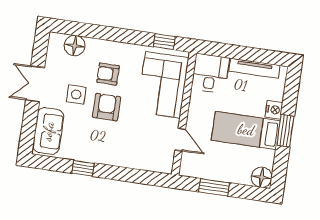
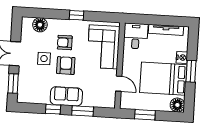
window: (164, 42) -> (76, 15), moved
window: (29, 126) -> (13, 84), added
bed: (246, 130) -> (163, 79), width x1.50
sofa: (48, 131) -> (66, 96), moved, turned -90
window: (125, 174) -> (83, 111), added

